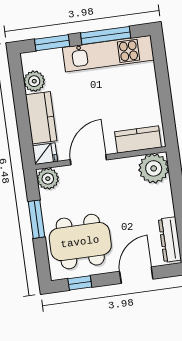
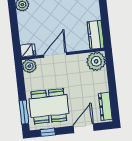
kitchen counter: (41, 118) -> (26, 28), removed
kitchen counter: (138, 139) -> (96, 35), moved, turned -90
window: (37, 219) -> (24, 112), moved

